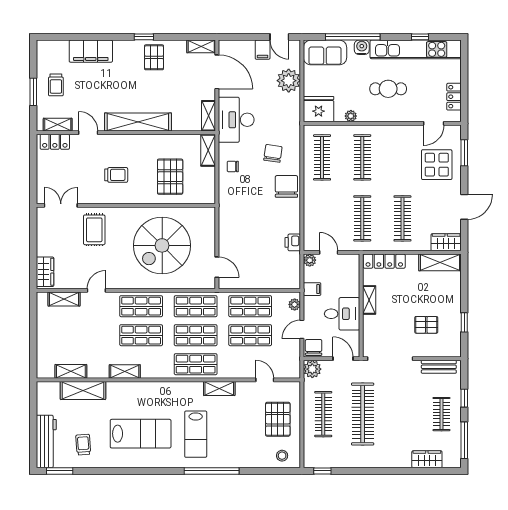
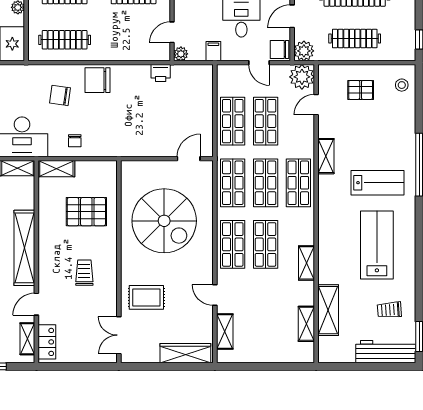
wardrobe: (45, 272) -> (185, 353), width x1.50
plant: (295, 304) -> (302, 77), moved, width x1.88, depth x1.88
pallet: (278, 419) -> (361, 90), width x0.67, depth x0.71

